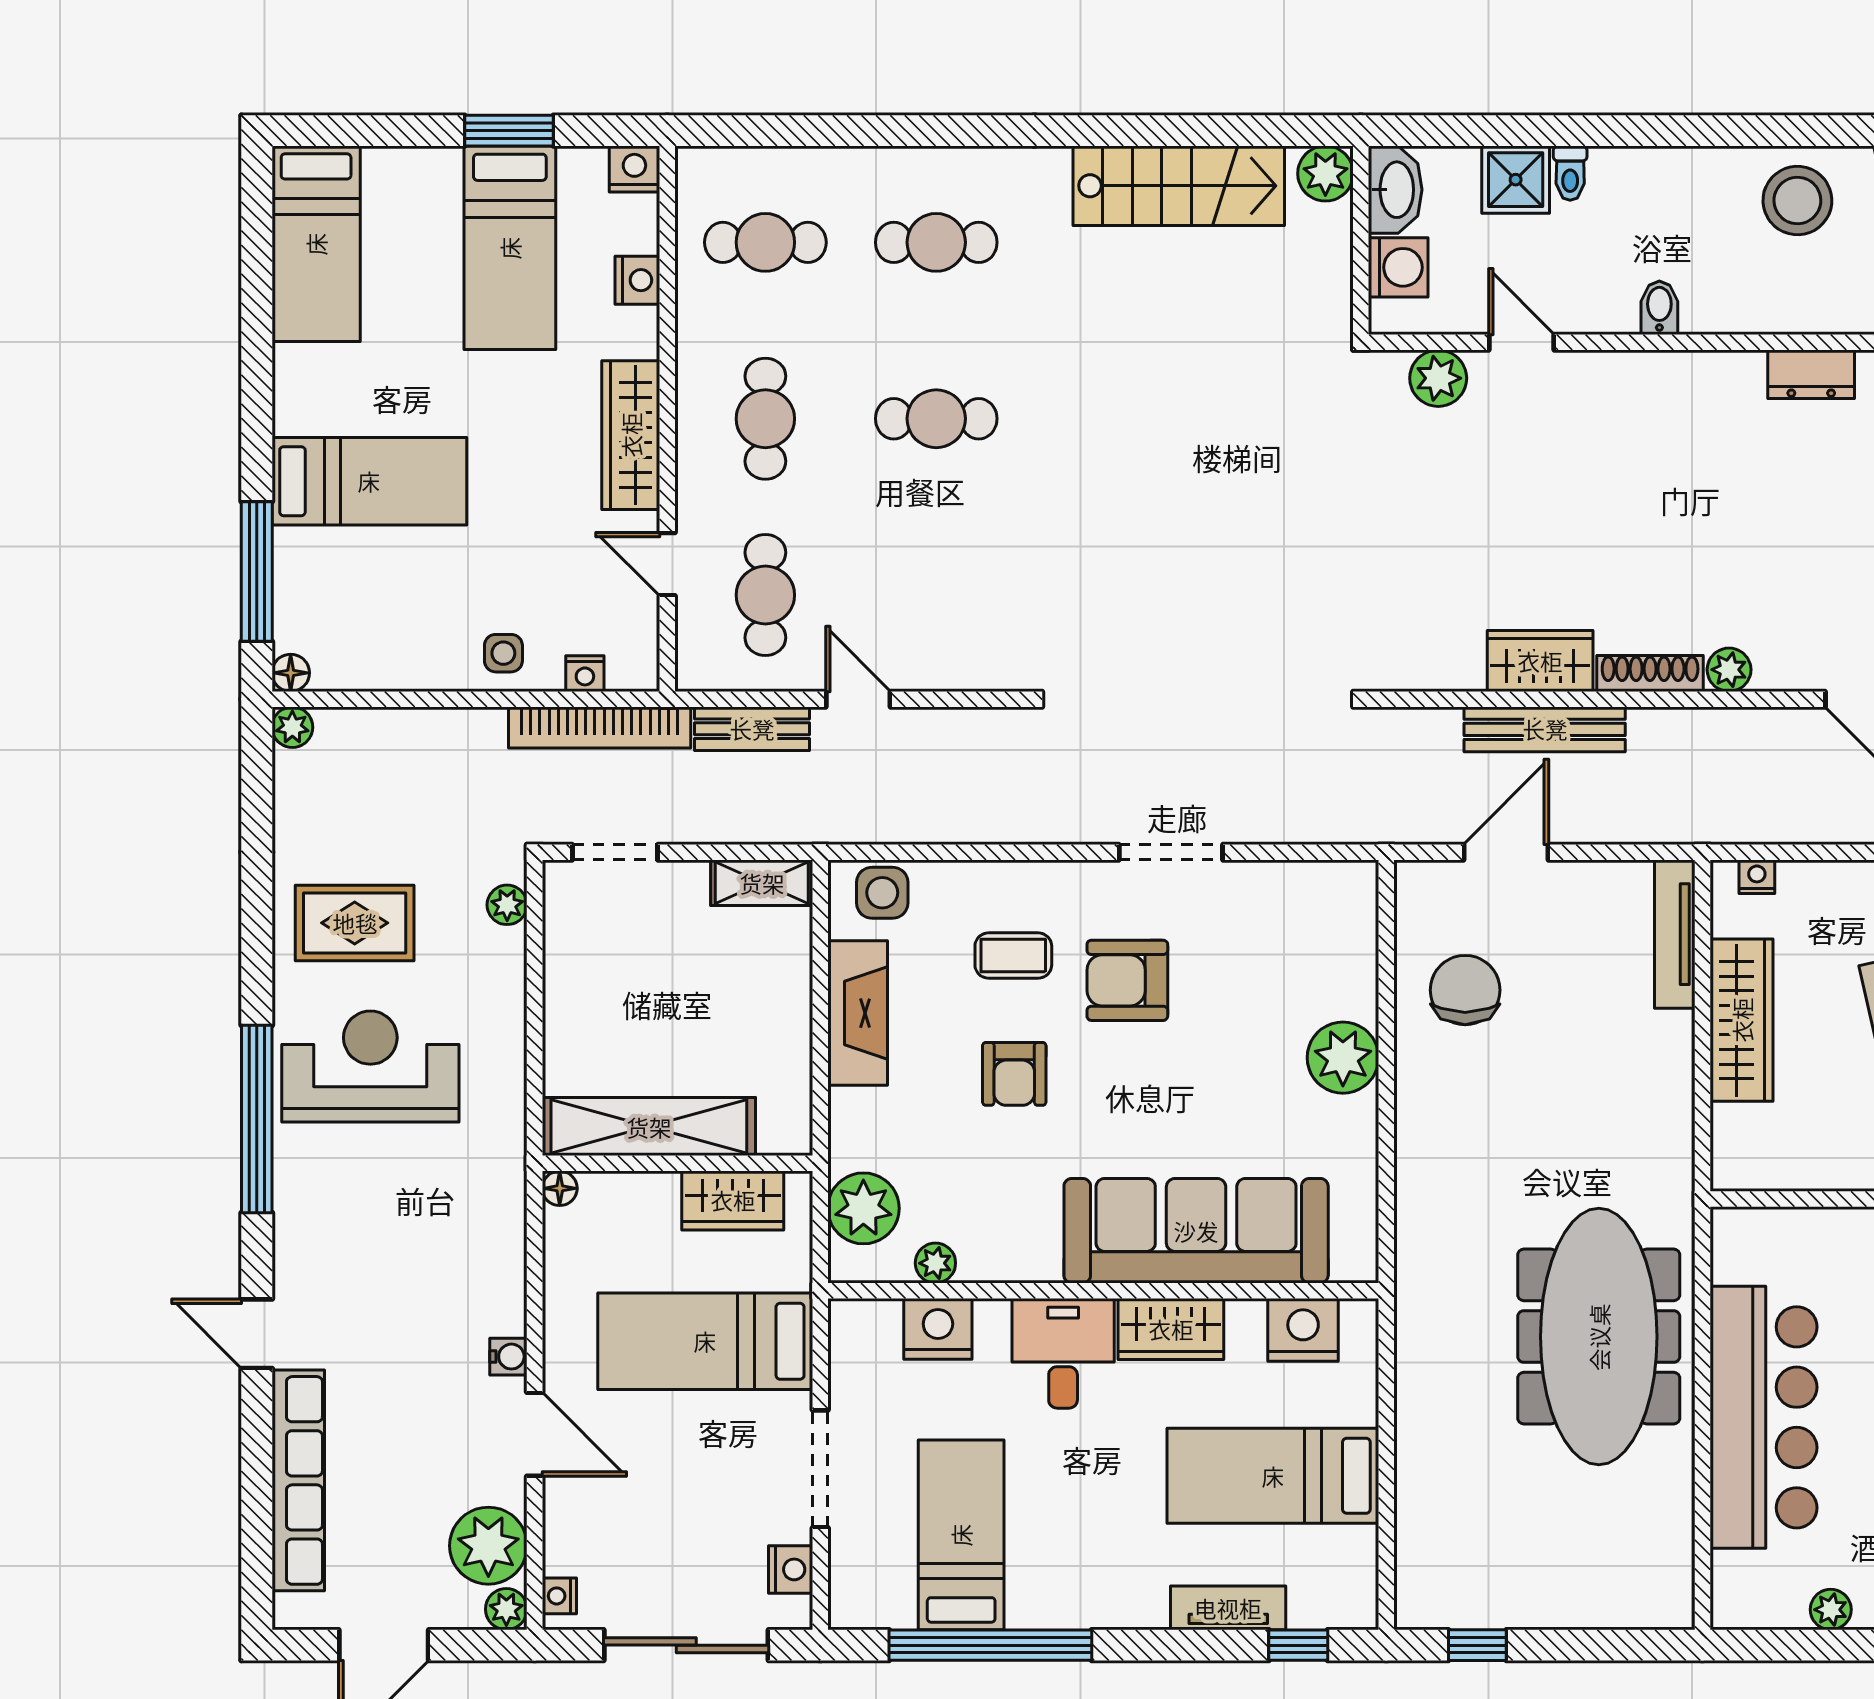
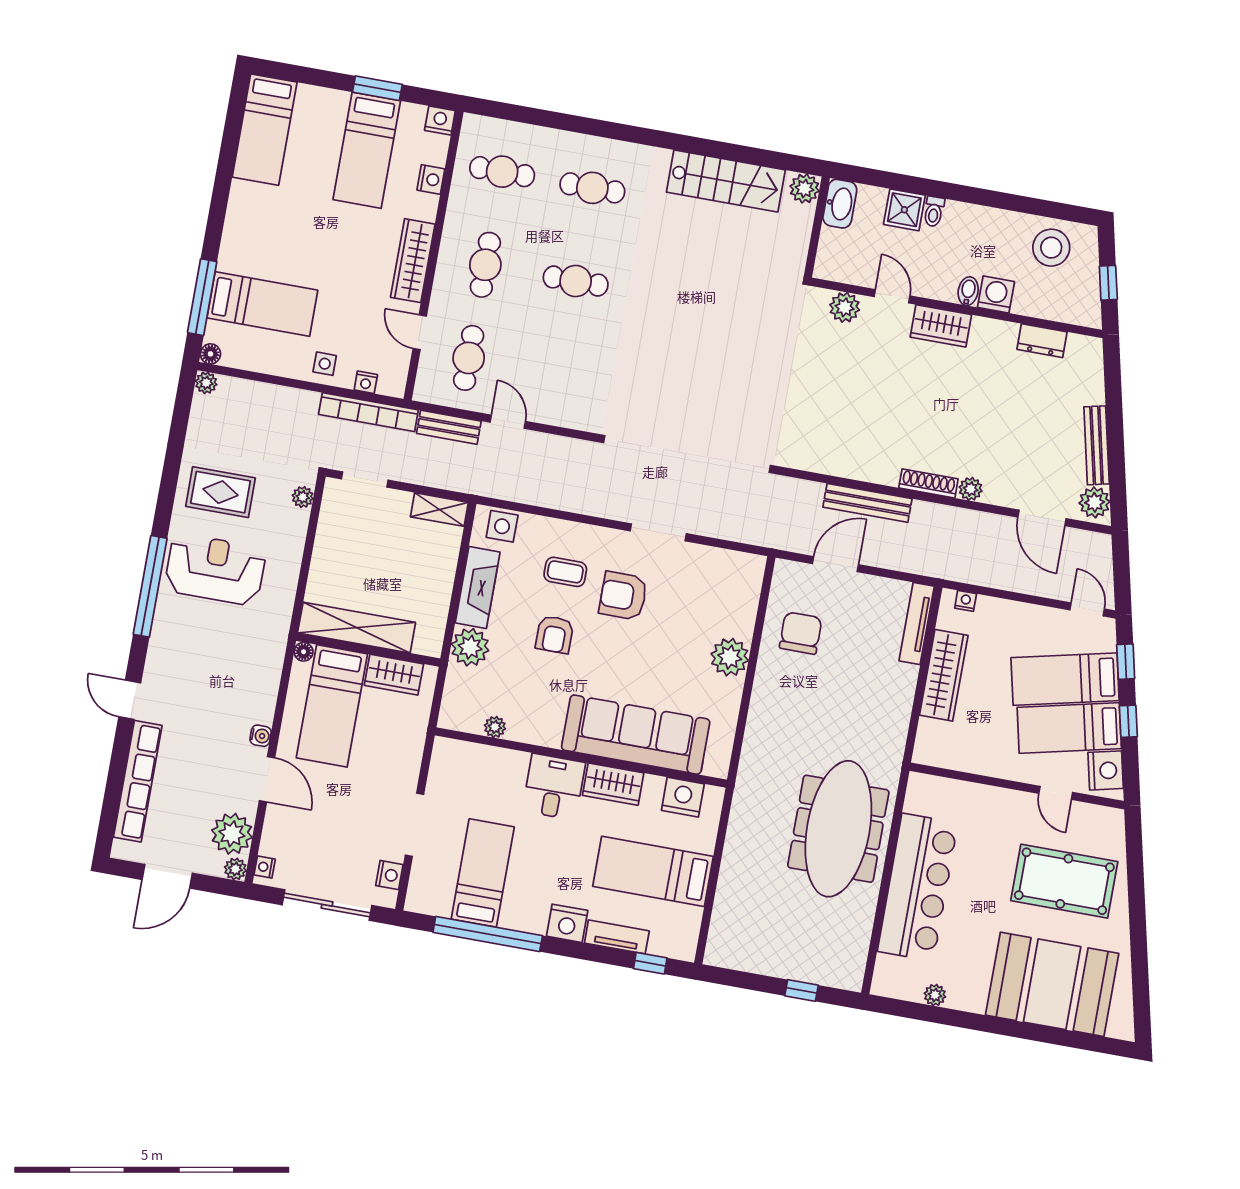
washing machine: (1398, 267) -> (996, 295), moved, turned -90
bed: (369, 481) -> (262, 304), moved
wardrobe: (1540, 661) -> (941, 326), moved, turned 180
plant: (863, 1208) -> (470, 647), moved
nightstand: (938, 1329) -> (567, 923), moved, turned 180
bed: (705, 1341) -> (332, 706), moved, turned -90
window: (1477, 1645) -> (801, 990), moved

